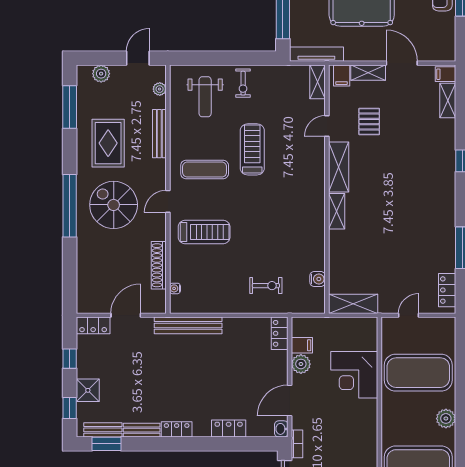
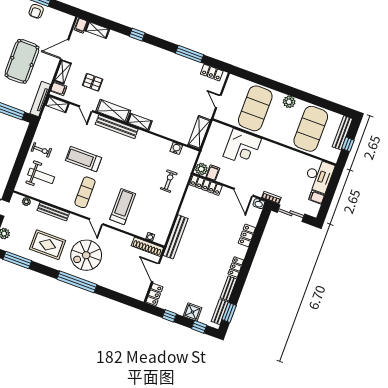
bench: (317, 181) -> (117, 127), added
shoe rack: (159, 265) -> (147, 247), moved
locker: (280, 333) -> (206, 185), width x1.53
plant: (301, 364) -> (201, 169), moved

